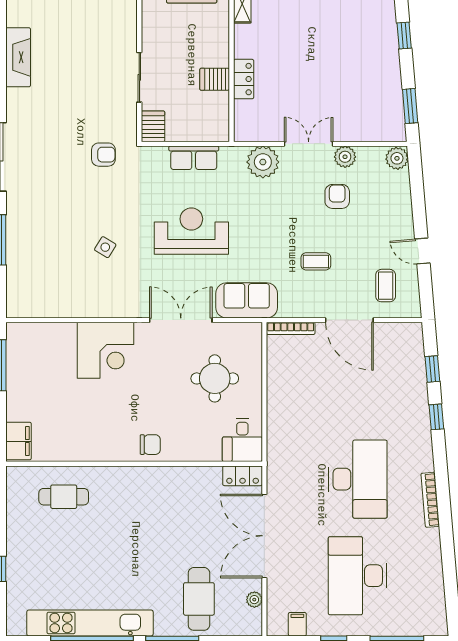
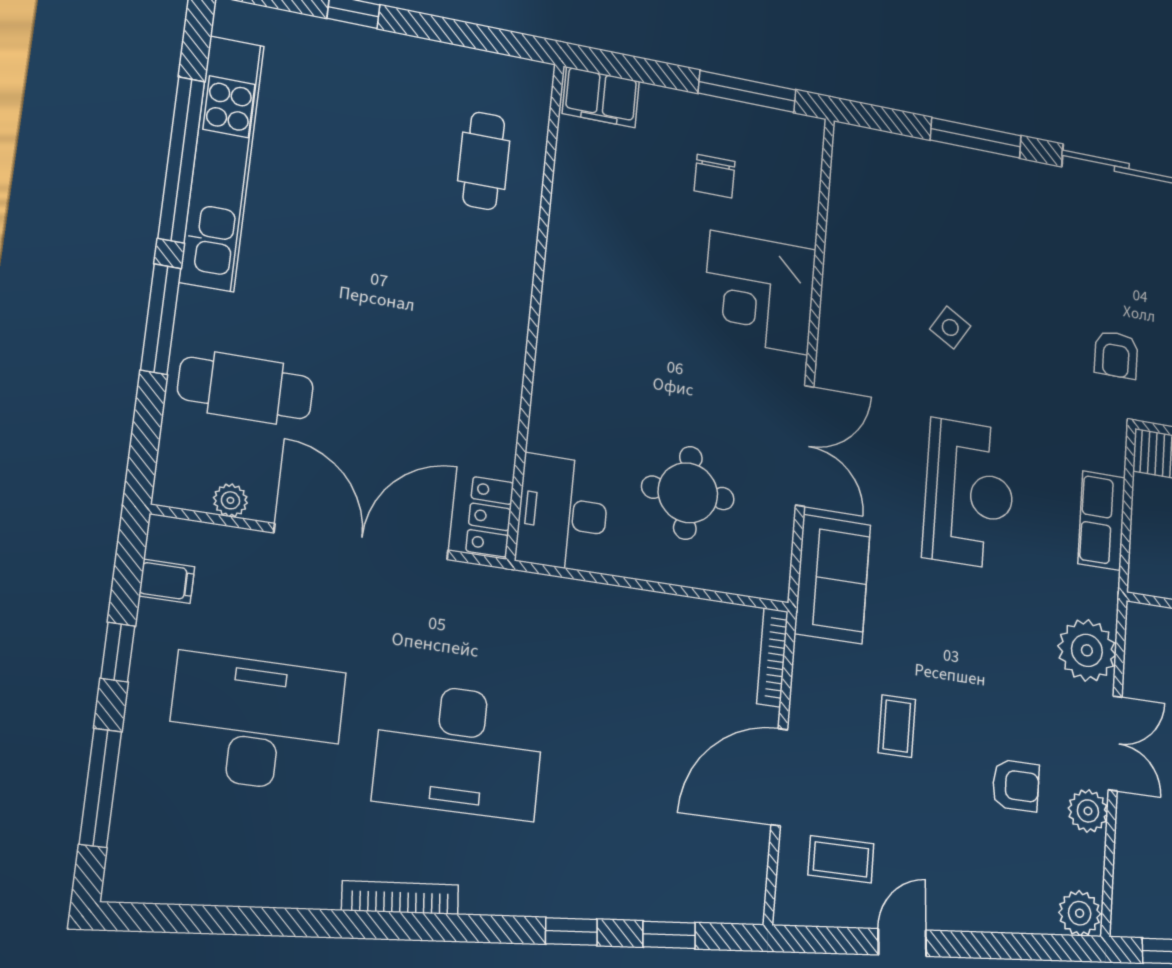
desk: (242, 440) -> (563, 513), width x1.37
chair: (150, 445) -> (715, 176), moved

